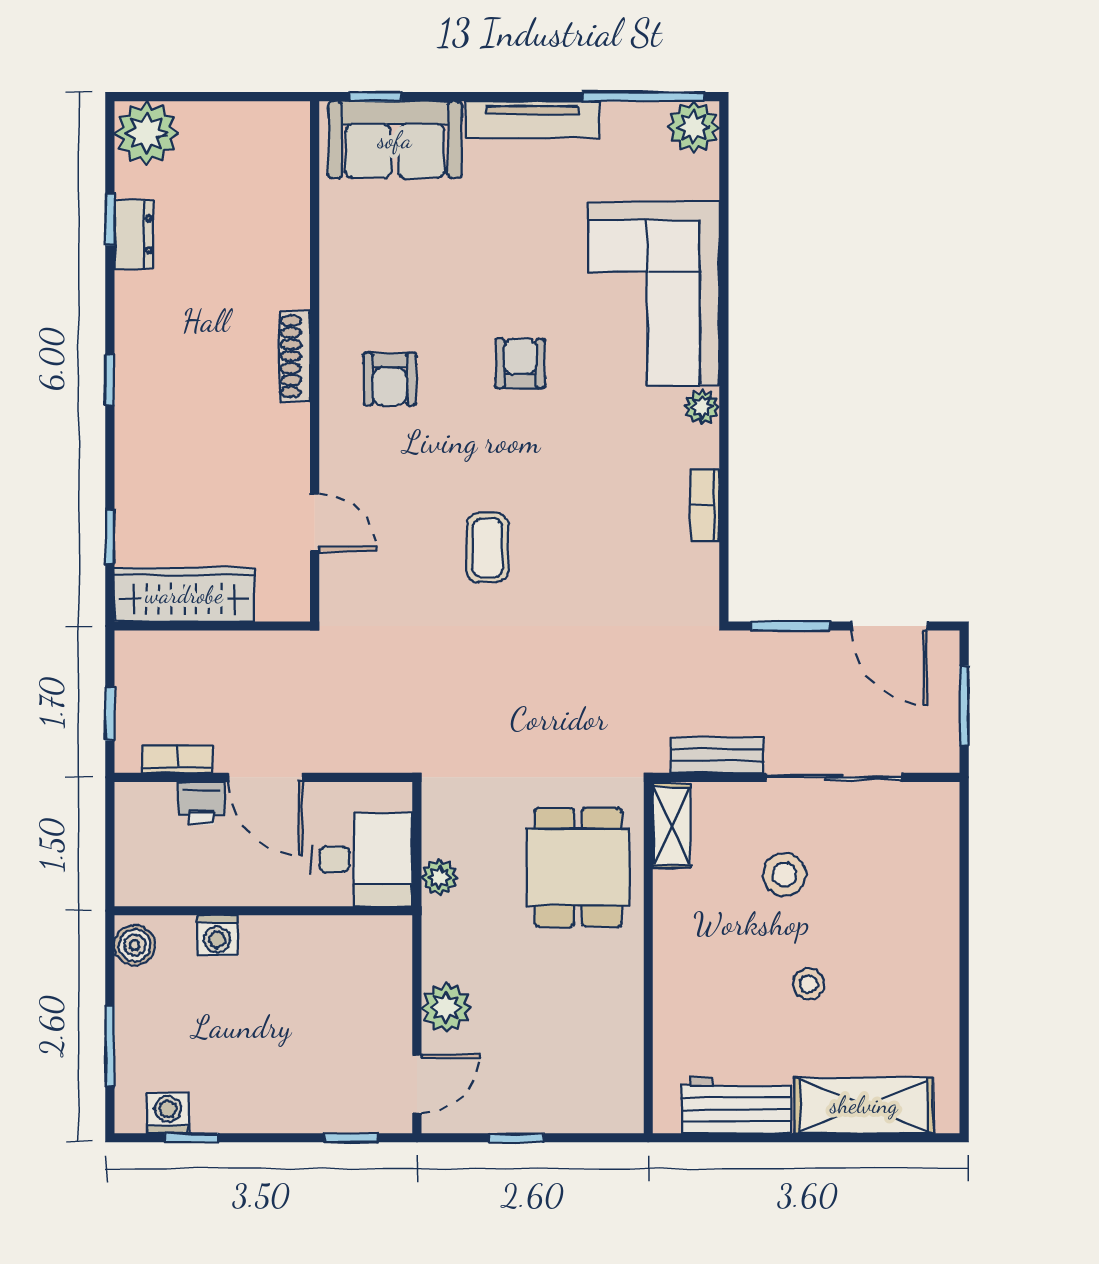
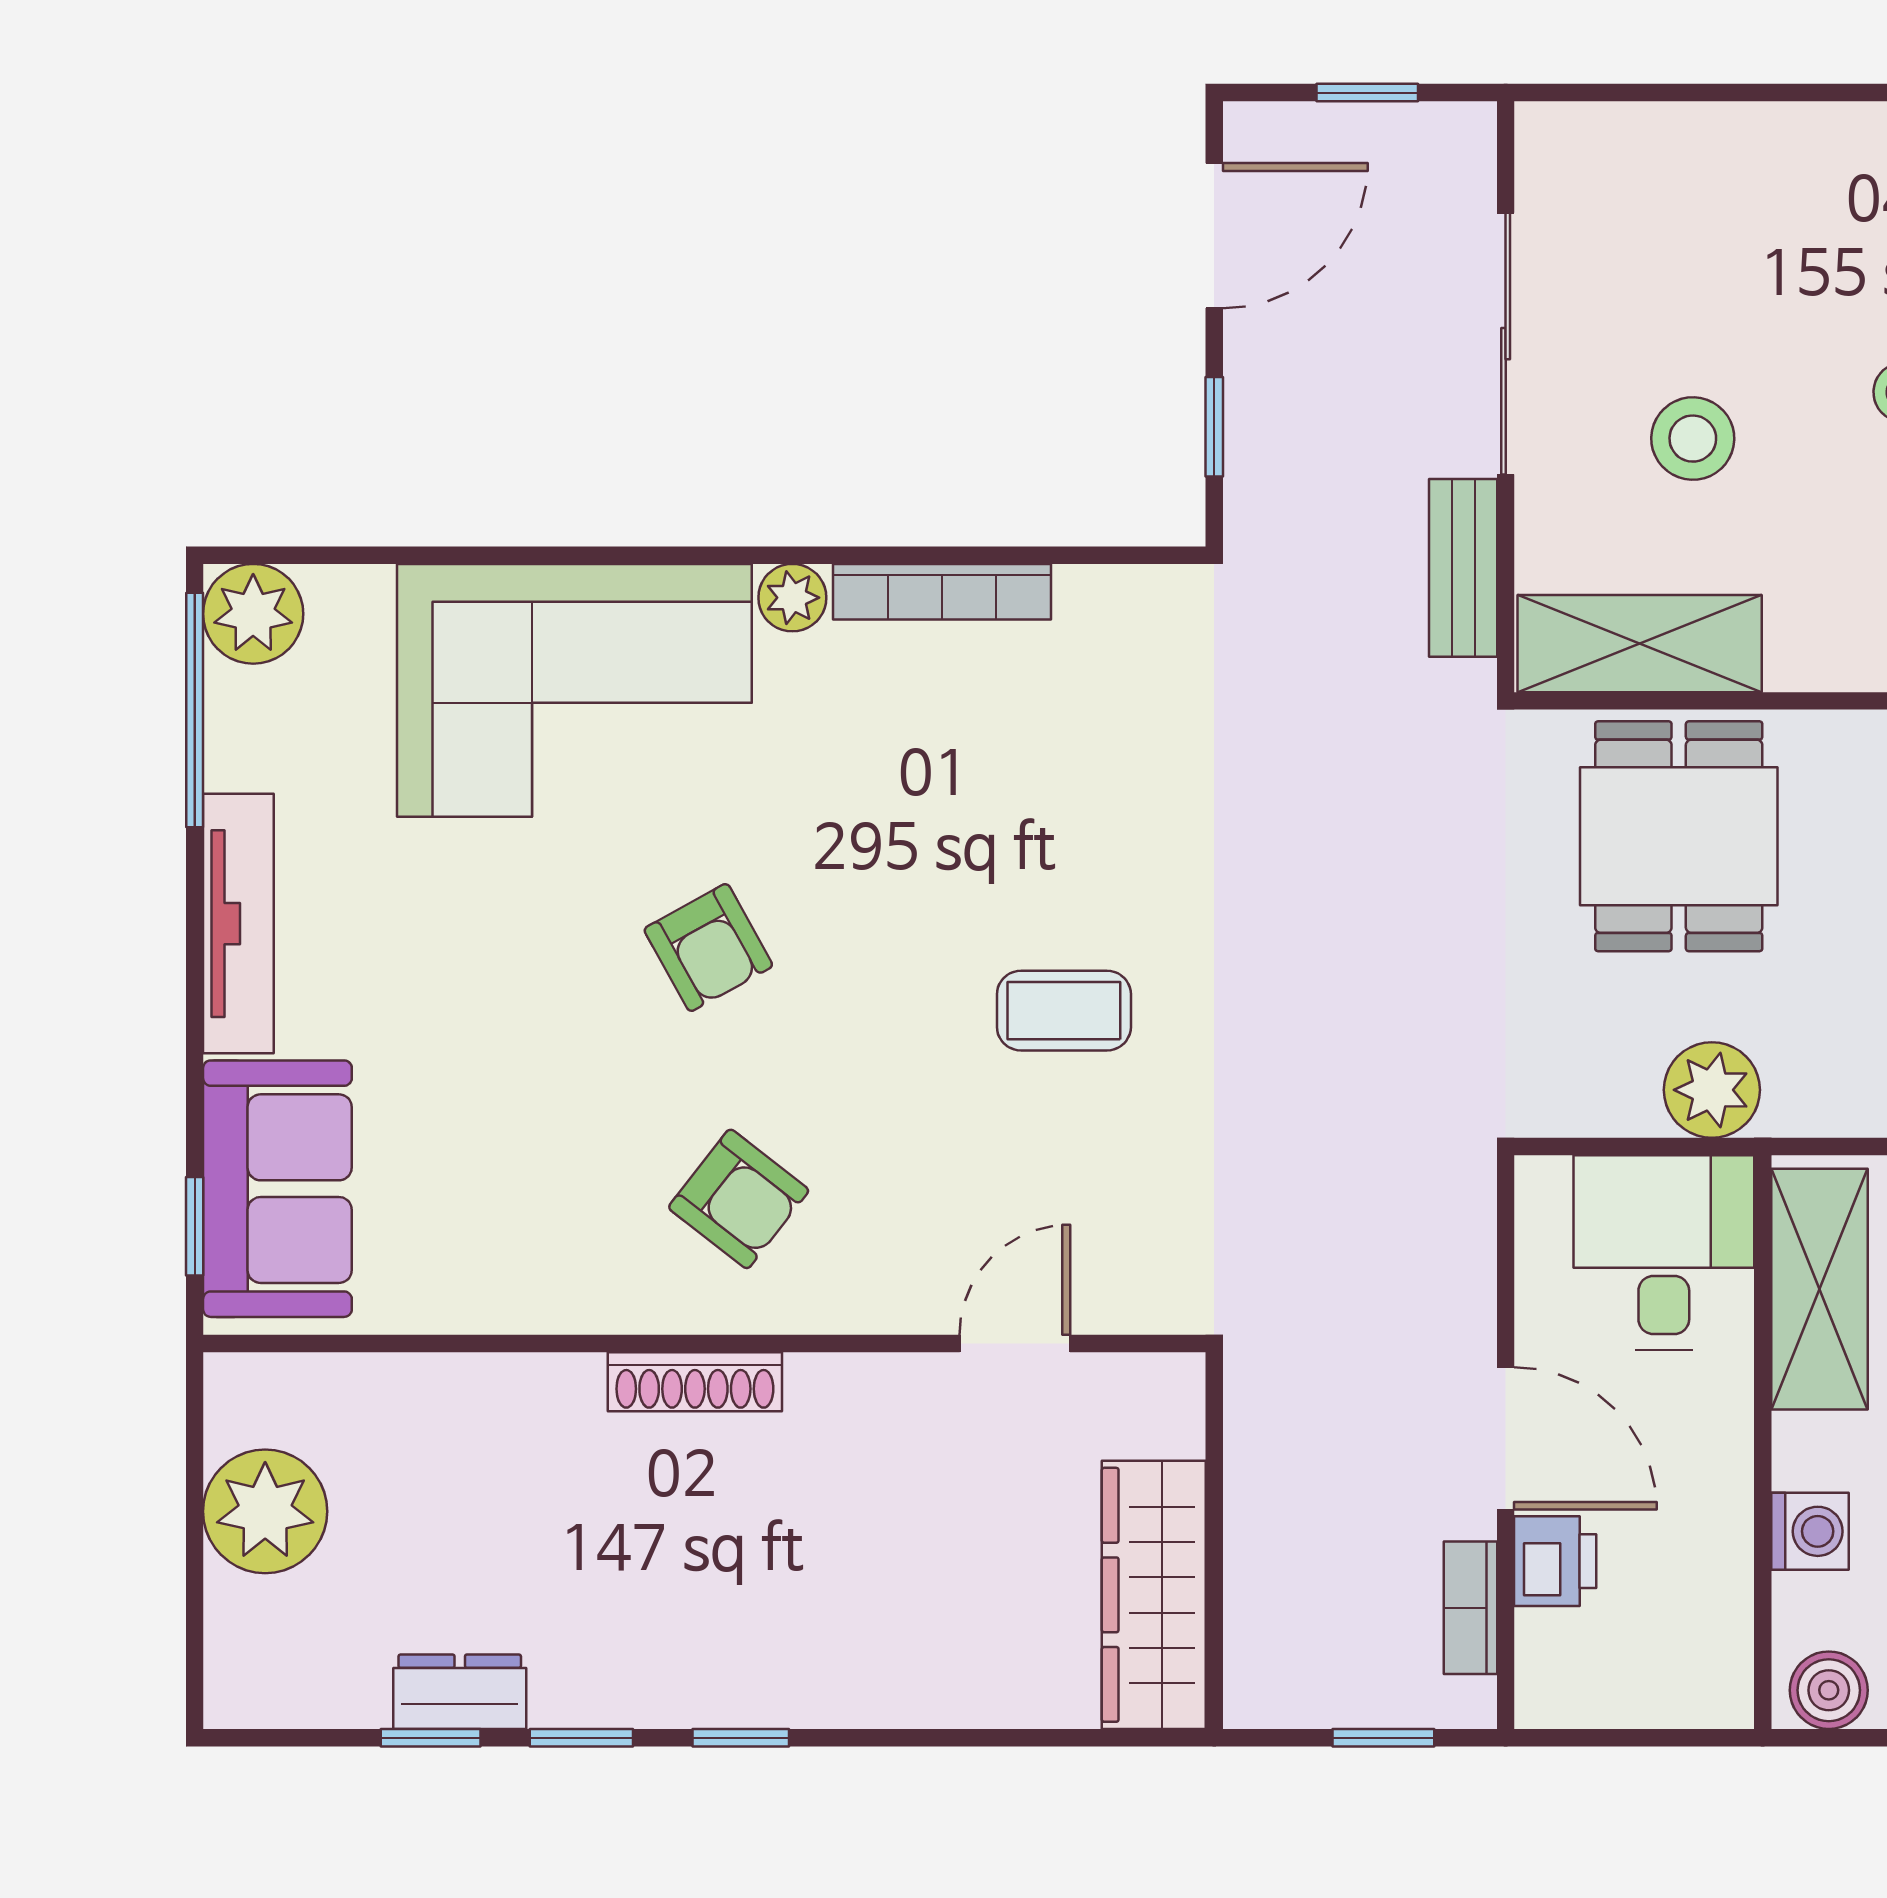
plant: (147, 133) -> (265, 1511), moved
armchair: (520, 363) -> (708, 947), turned -119
armchair: (390, 379) -> (739, 1199), turned 38
bookcase: (705, 505) -> (942, 592), width x1.56
window: (110, 536) -> (581, 1738), moved
window: (791, 626) -> (1214, 427), width x0.67
window: (964, 705) -> (1367, 93), width x0.67
door: (265, 777) -> (1506, 1438), hinge flipped
shelving: (672, 826) -> (1640, 644), width x1.50, depth x1.33
dining table: (578, 867) -> (1679, 836), turned 90
plant: (439, 878) -> (1712, 1090), width x1.38, depth x1.38
shelving: (343, 940) -> (1819, 1289), added

